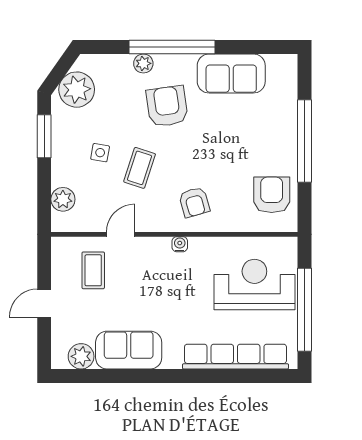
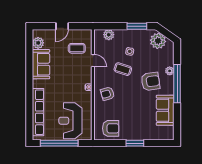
window: (305, 141) -> (135, 143), width x0.47
reception desk: (254, 285) -> (70, 121), turned 180
door: (44, 303) -> (62, 26), swing flipped

